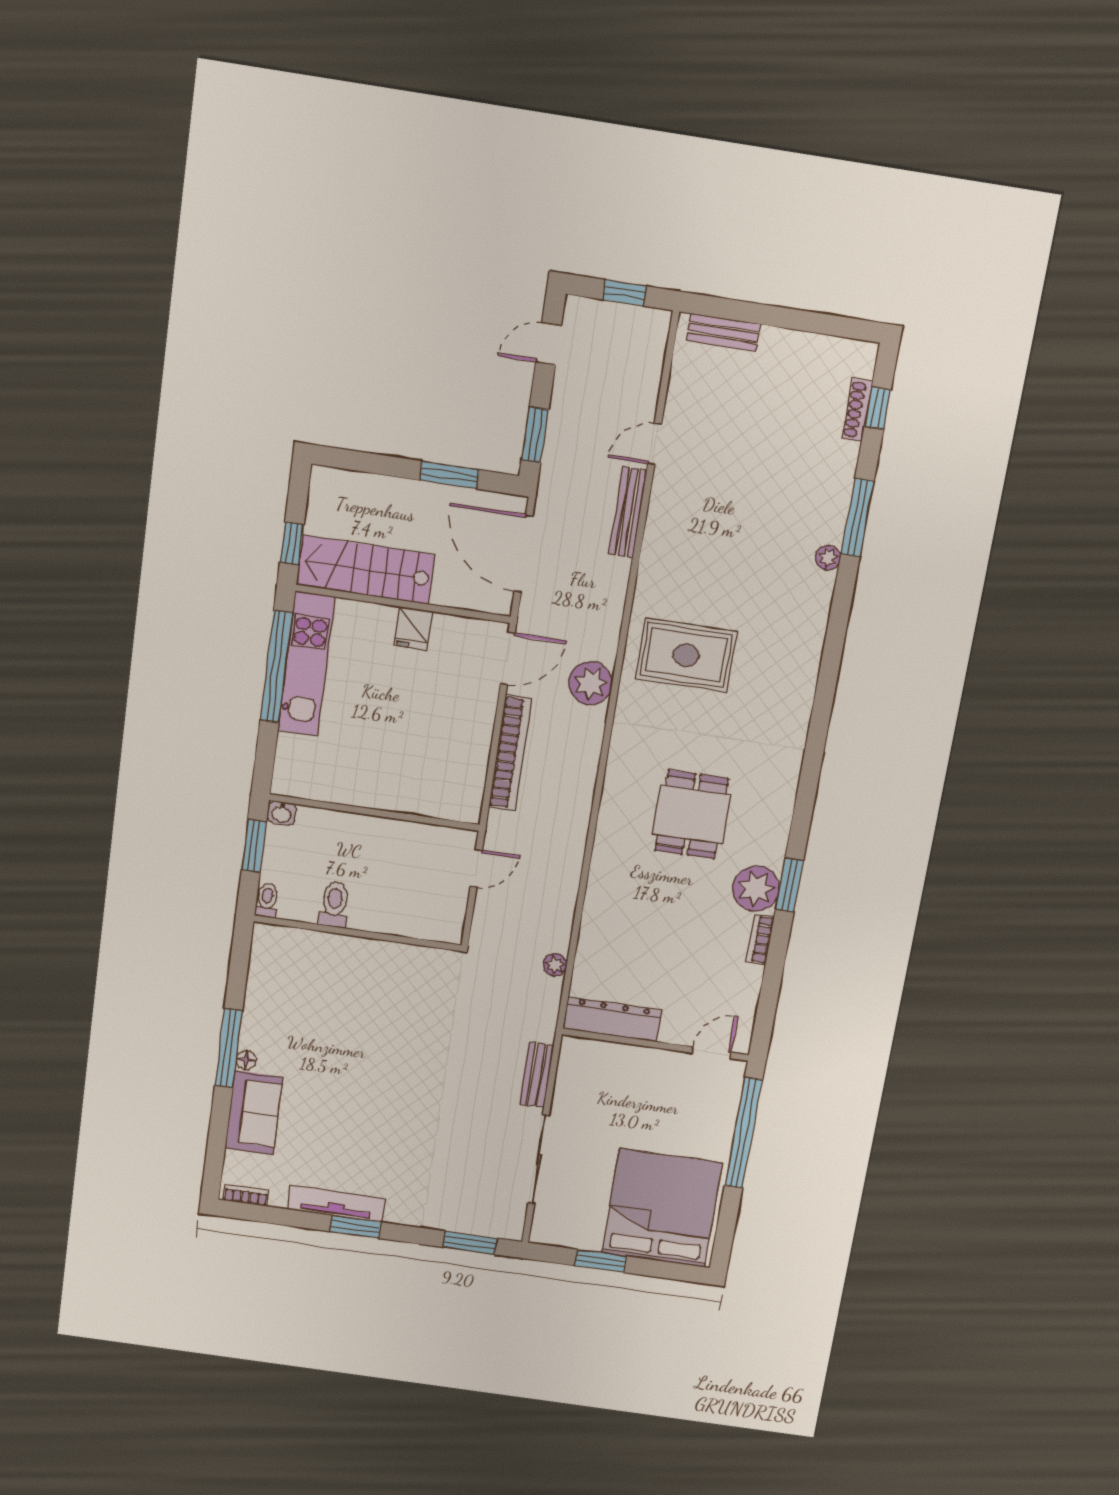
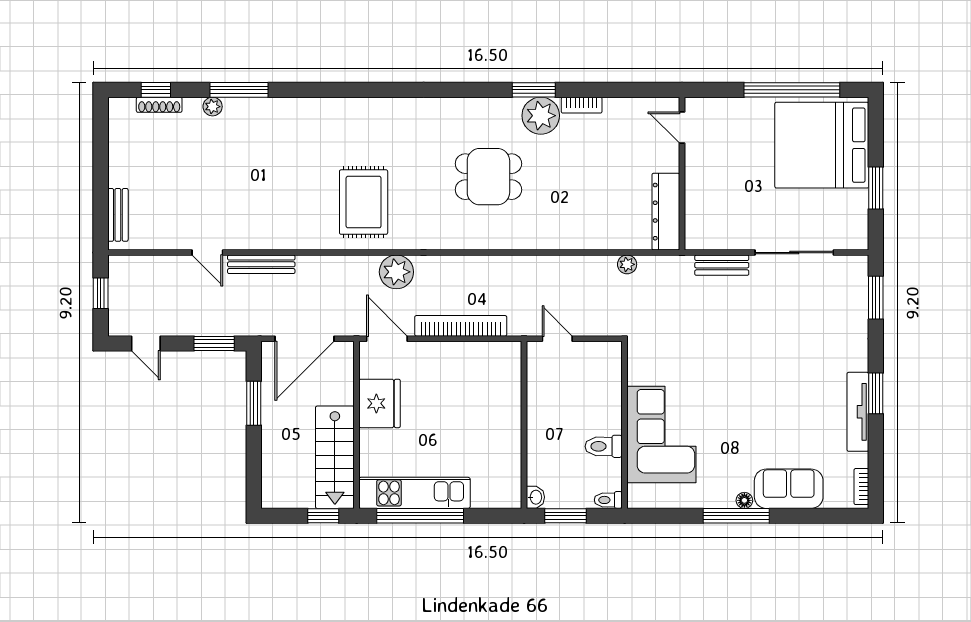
plant: (828, 558) -> (213, 107), moved
fridge: (413, 628) -> (380, 403), width x1.88, depth x1.34
corner sofa: (340, 975) -> (661, 434), added
window: (744, 1133) -> (792, 90), moved

